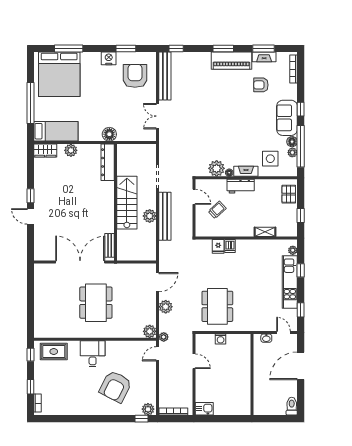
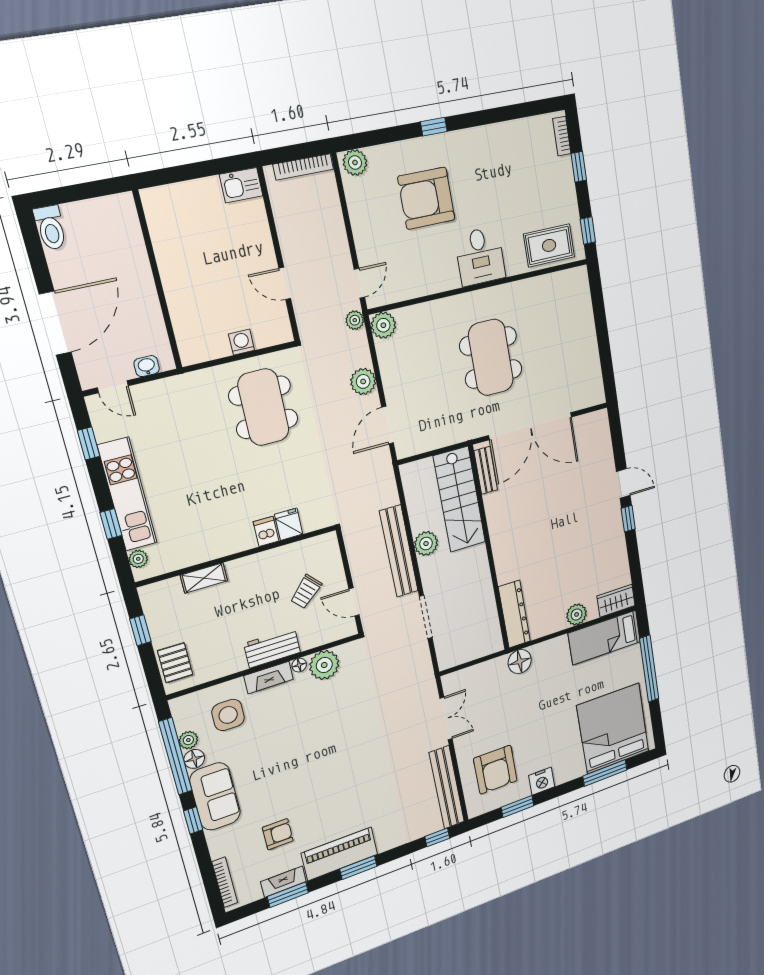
stairs: (127, 203) -> (459, 499), moved
armchair: (115, 387) -> (426, 198), turned -117
window: (141, 419) -> (434, 127), moved

